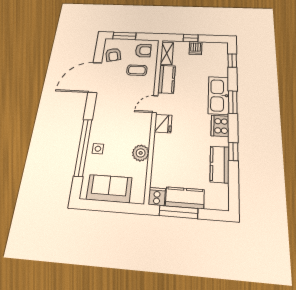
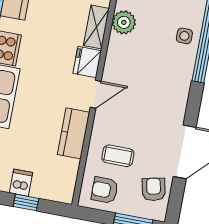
shelving: (167, 53) -> (96, 27), moved

